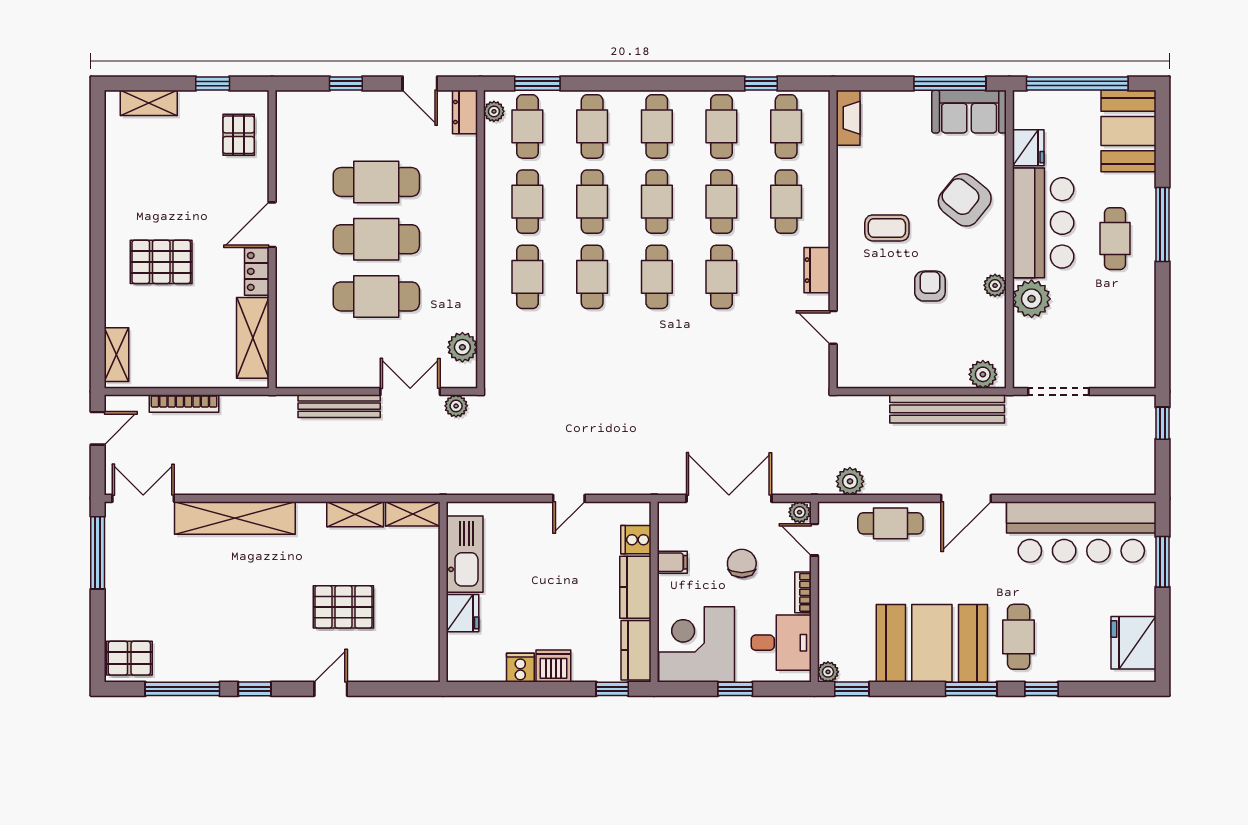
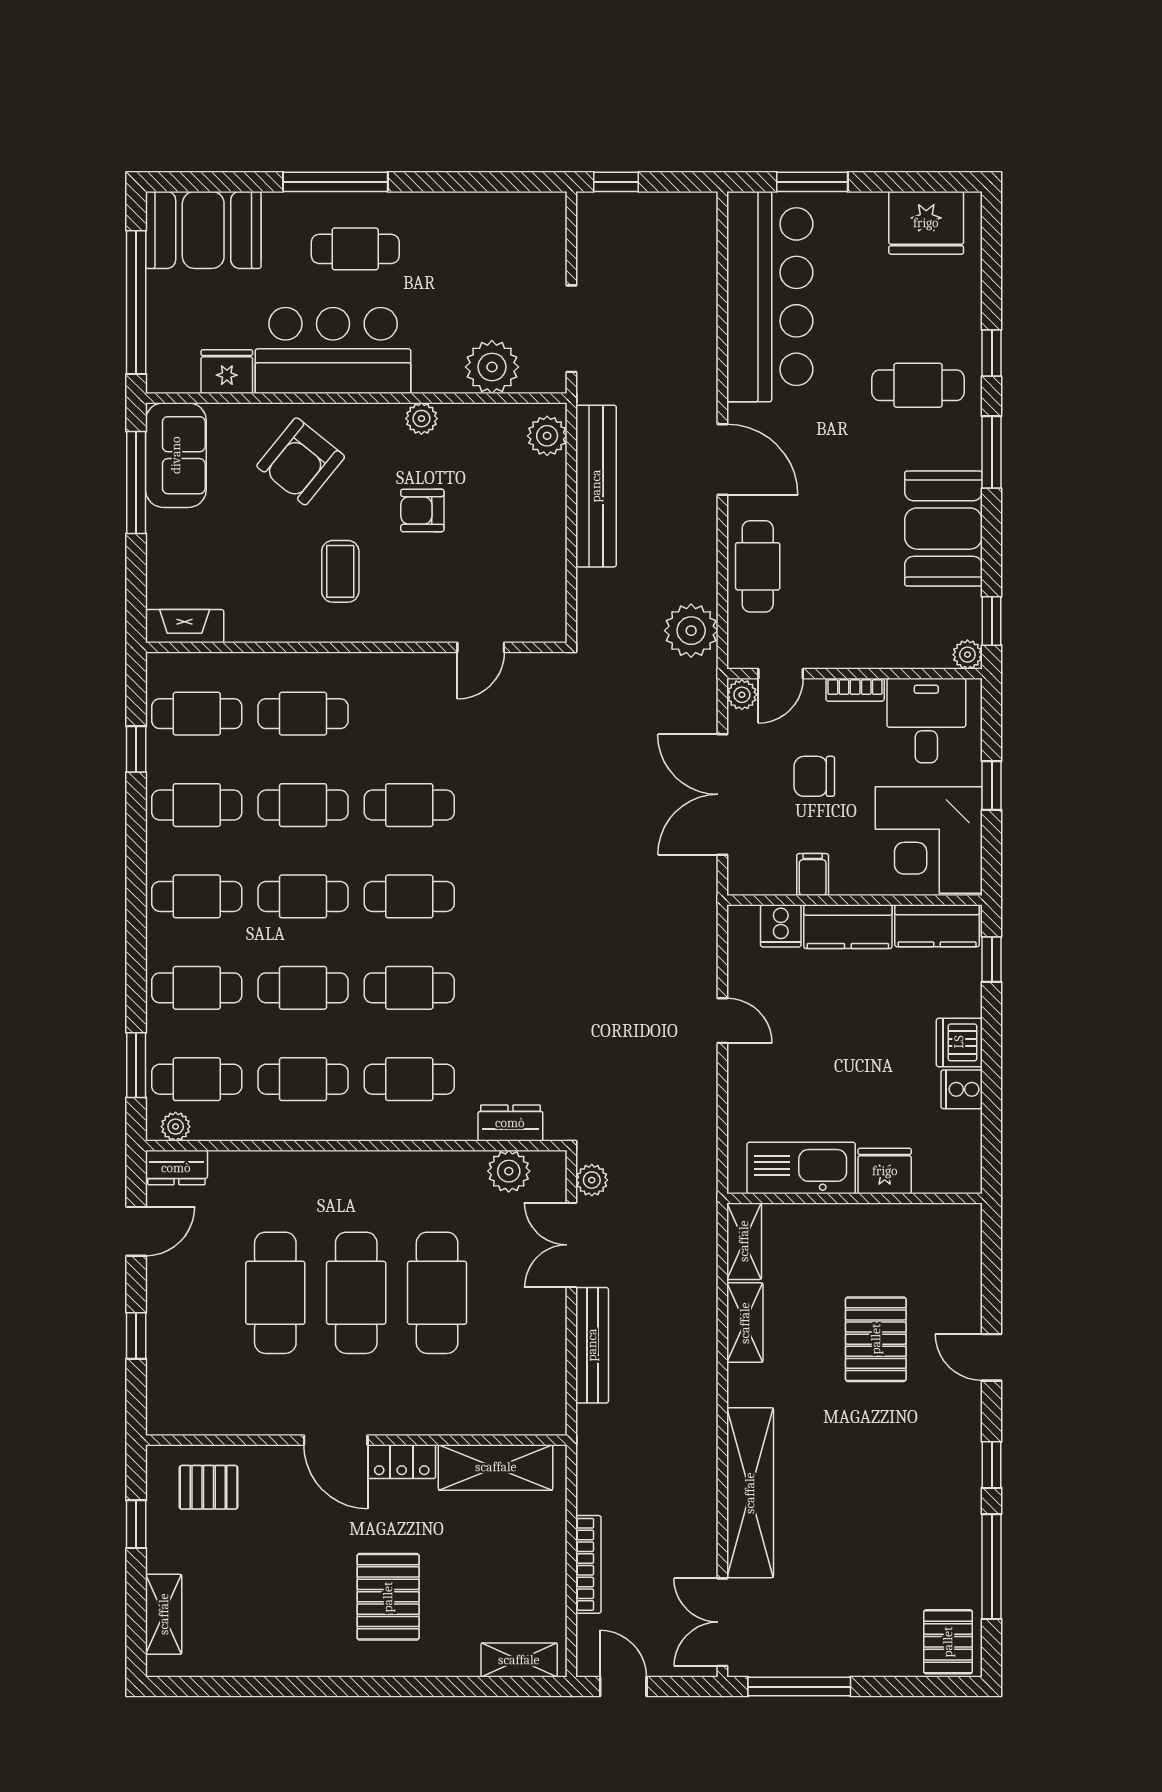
dresser: (817, 270) -> (510, 1123), moved, turned 180
plant: (1032, 299) -> (492, 367), moved
plant: (850, 481) -> (691, 631), width x1.36, depth x1.36
booth: (932, 643) -> (943, 529), width x0.73, depth x0.70

